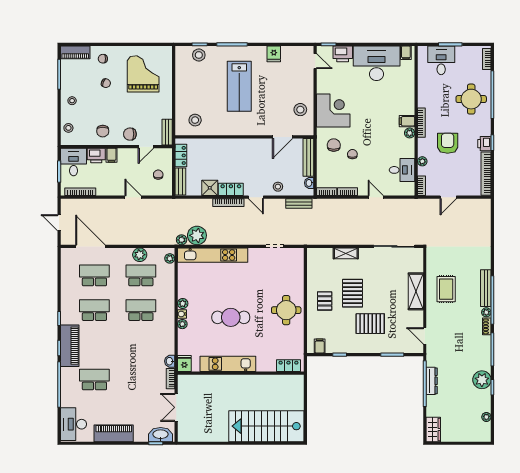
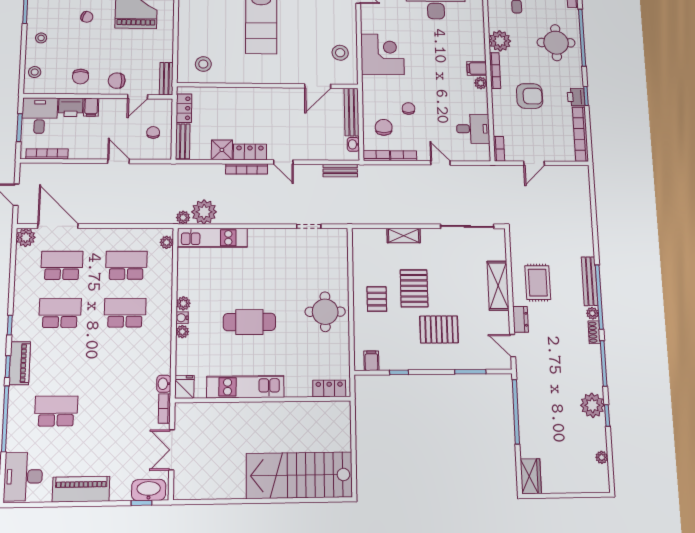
armchair: (448, 143) -> (530, 96), turned 90
chair: (334, 145) -> (384, 127), moved
plant: (422, 161) -> (500, 41), moved, width x1.88, depth x1.88
stool: (278, 187) -> (312, 149), removed
plant: (140, 255) -> (26, 237), moved
kitchen unit: (213, 255) -> (212, 238), width x0.73
piano: (70, 346) -> (20, 363), width x0.73, depth x0.75
dresser: (432, 381) -> (521, 319), moved, width x0.70

